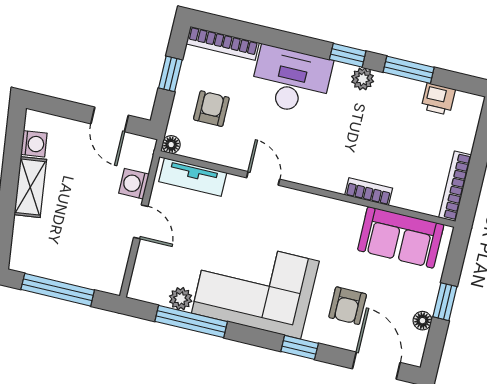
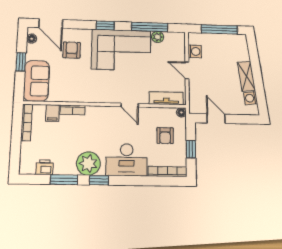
plant: (363, 79) -> (88, 164), width x1.87, depth x1.87
washing machine: (134, 184) -> (195, 51), moved
filing cabinet: (406, 194) -> (53, 113), added
sofa: (401, 237) -> (36, 81), moved, turned 90
floor lamp: (422, 321) -> (32, 39), moved
window: (300, 347) -> (105, 25), moved

